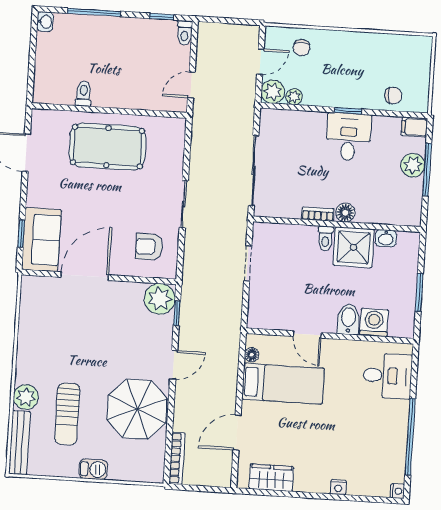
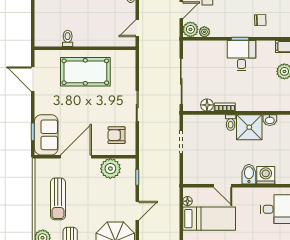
chair: (393, 96) -> (260, 20), moved
floor lamp: (345, 213) -> (207, 105), moved
plant: (160, 299) -> (110, 169), moved
sun lounger: (53, 339) -> (58, 199), added

